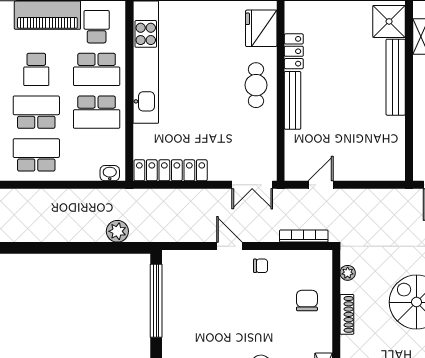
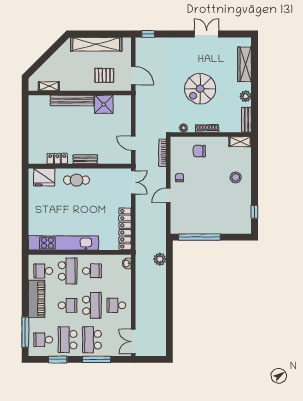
shower: (389, 21) -> (104, 104), moved
bench: (293, 100) -> (85, 159), width x0.73
school desk: (36, 112) -> (92, 305), turned 180
school desk: (97, 112) -> (92, 271), width x0.54
school desk: (36, 155) -> (116, 305), width x0.54

